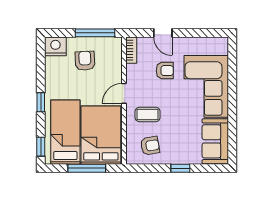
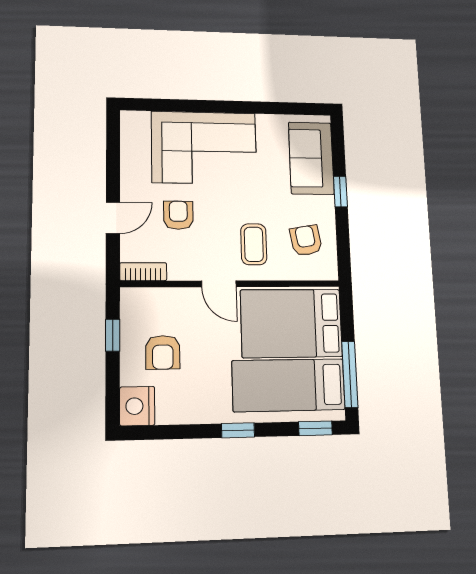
window: (95, 33) -> (113, 335), width x0.46
armchair: (85, 61) -> (163, 352), turned -87
sofa: (215, 141) -> (311, 158), moved, turned 90
window: (87, 168) -> (350, 374), moved

